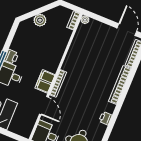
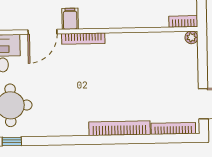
filing cabinet: (45, 81) -> (70, 19), width x0.50
printer: (105, 118) -> (63, 128), removed

